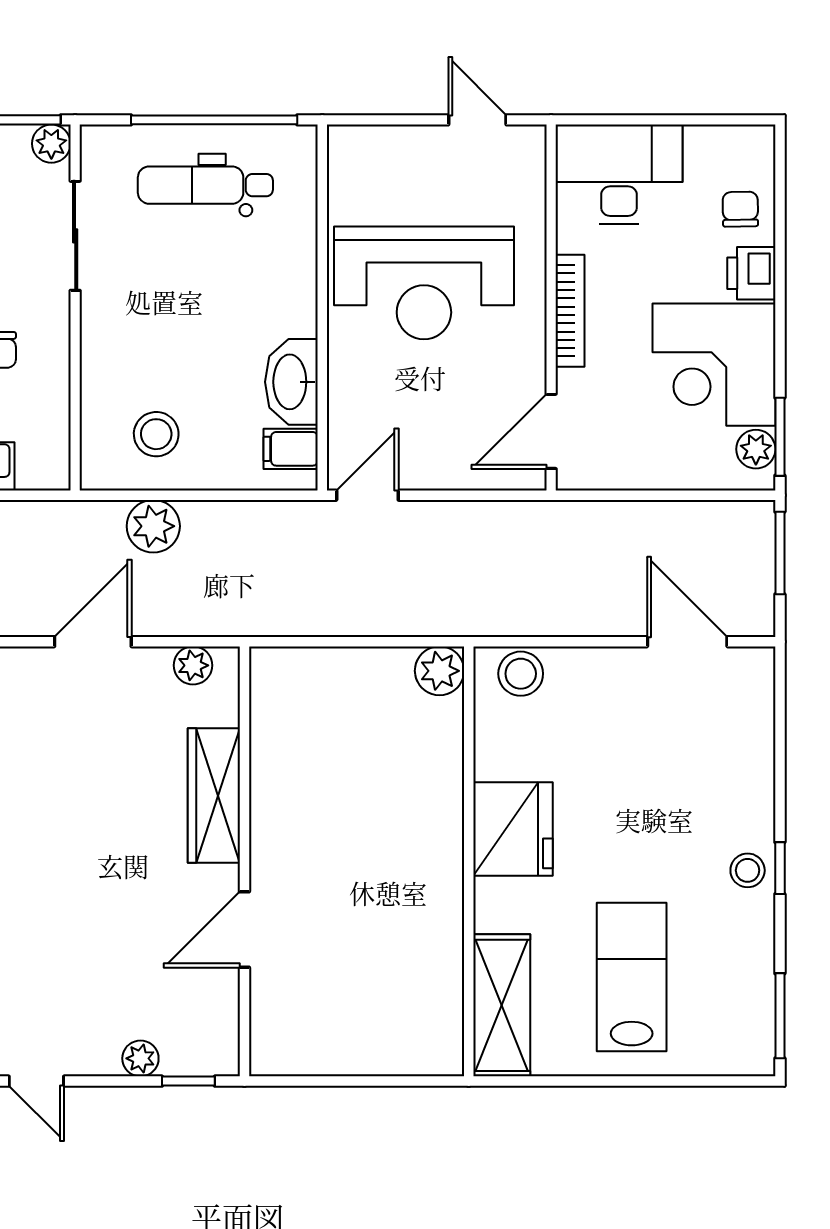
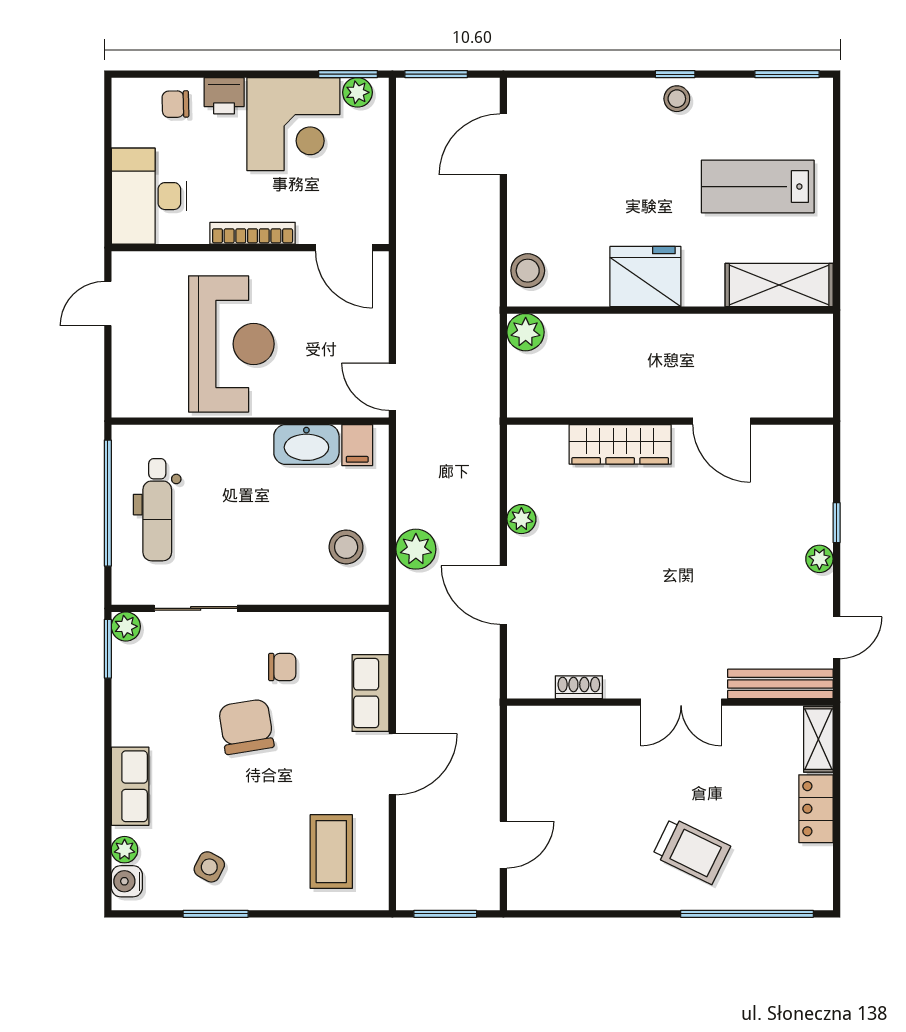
wardrobe: (214, 796) -> (620, 444), moved
wall: (244, 861) -> (670, 421), moved
door: (244, 929) -> (722, 421), moved

